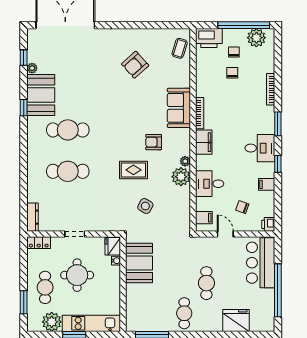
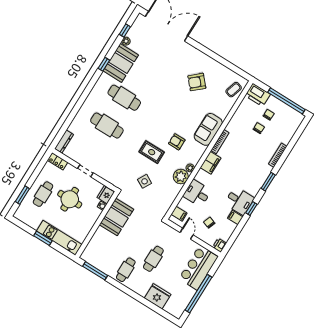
plant: (256, 38) -> (290, 115), removed
desk: (260, 148) -> (239, 201), moved
plant: (52, 322) -> (33, 220), removed

